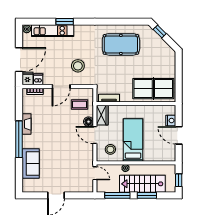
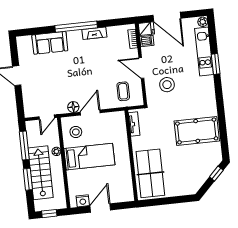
pool table: (121, 44) -> (197, 131), turned 90
wardrobe: (102, 115) -> (114, 118), removed
nightstand: (171, 121) -> (83, 201), moved
floor lamp: (88, 122) -> (73, 107), moved

